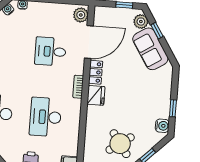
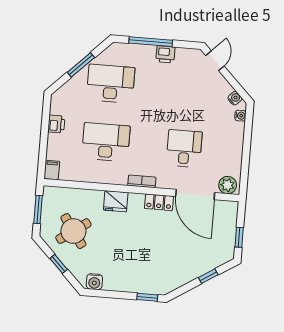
plant: (141, 22) -> (219, 257), removed
sofa: (150, 49) -> (186, 268), removed
fridge: (96, 95) -> (116, 201), moved
window: (173, 108) -> (147, 297), moved

